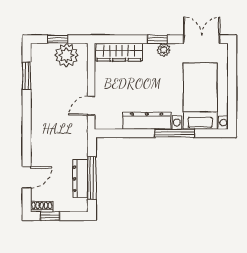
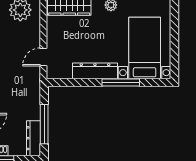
dresser: (80, 179) -> (33, 138), moved

